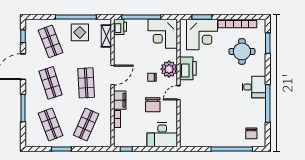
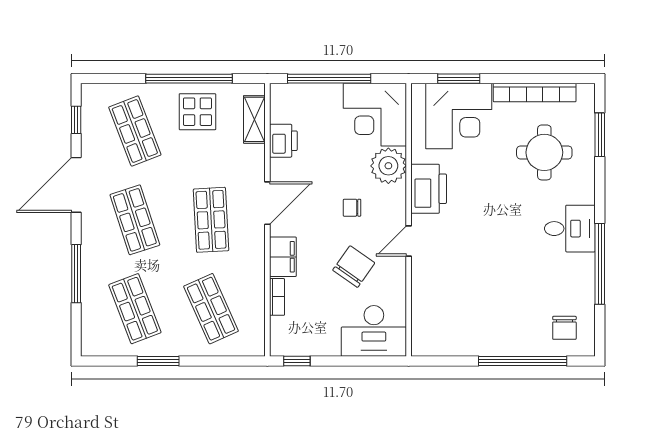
printer: (120, 27) -> (283, 141), moved
plant: (169, 69) -> (388, 166), moved
chair: (153, 105) -> (354, 267), turned -145
shop shelf: (86, 124) -> (211, 309), turned -48

